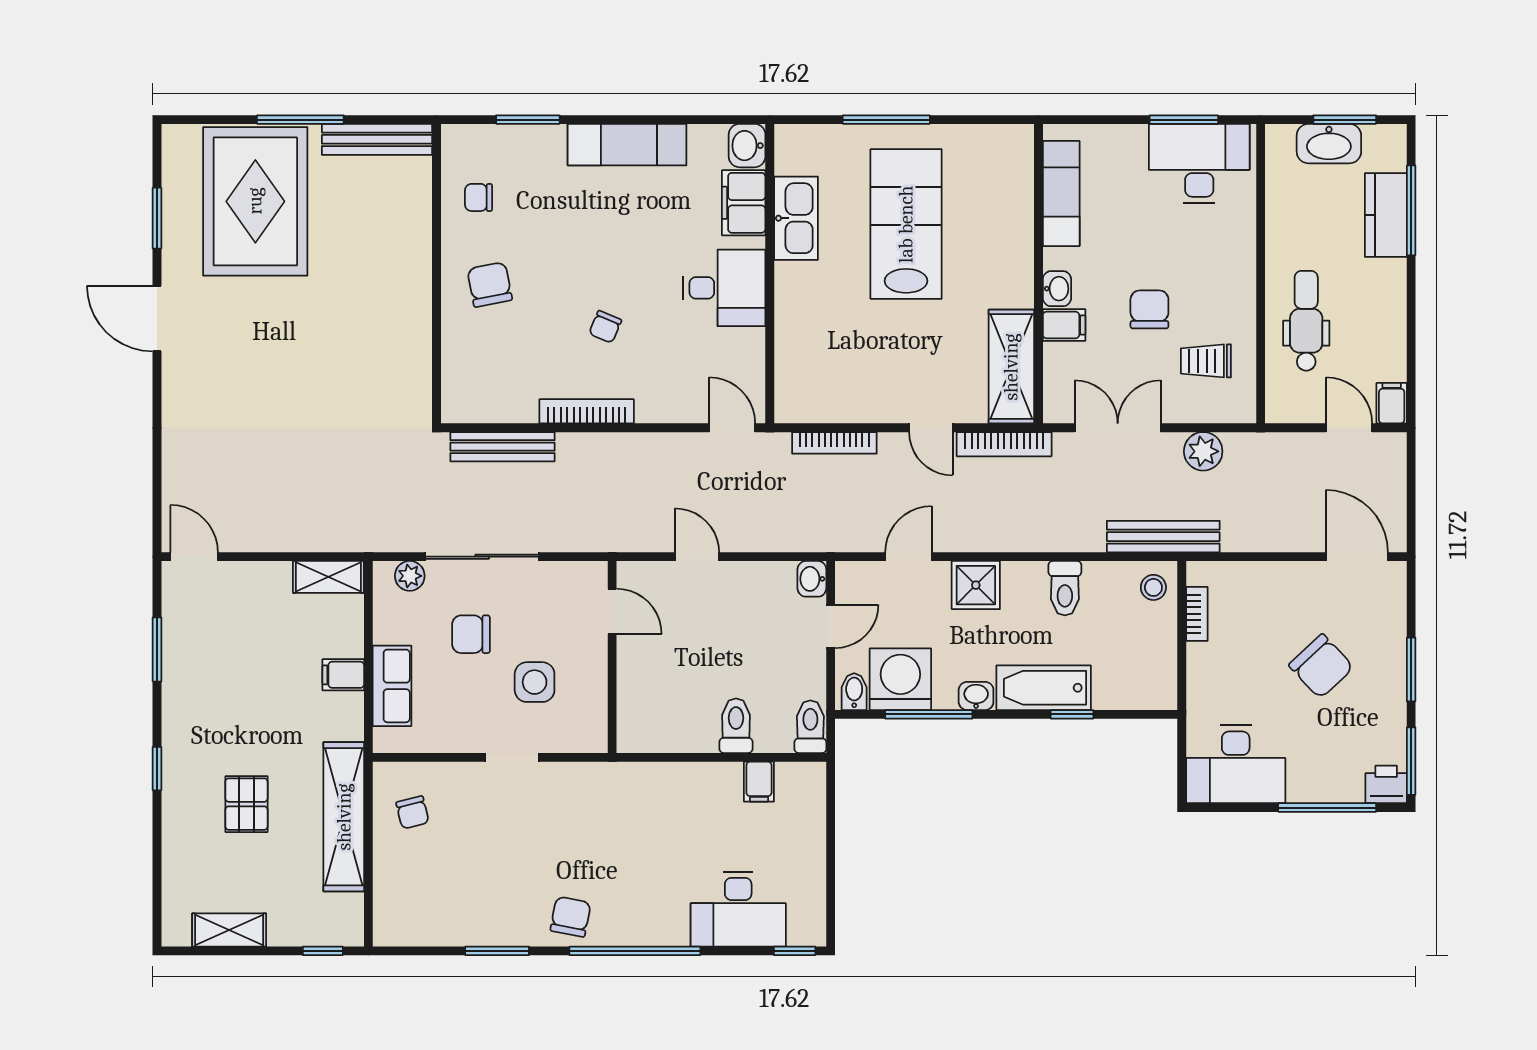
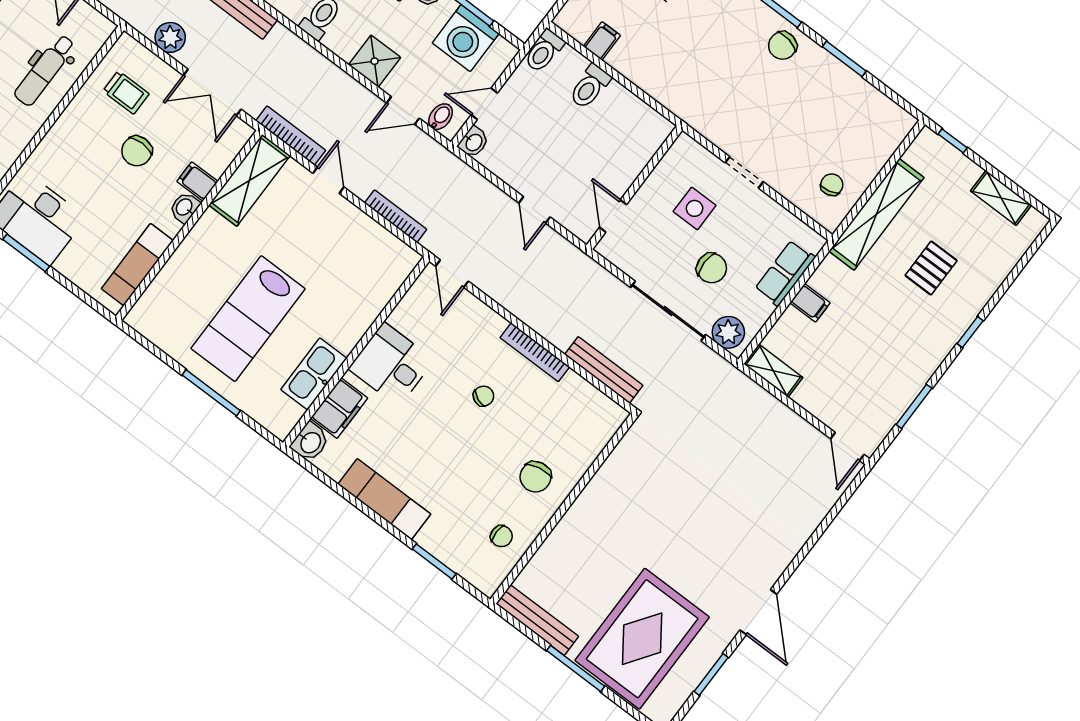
plant: (410, 576) -> (728, 332), width x1.38, depth x1.38
bidet: (854, 692) -> (441, 117), moved, turned 180

